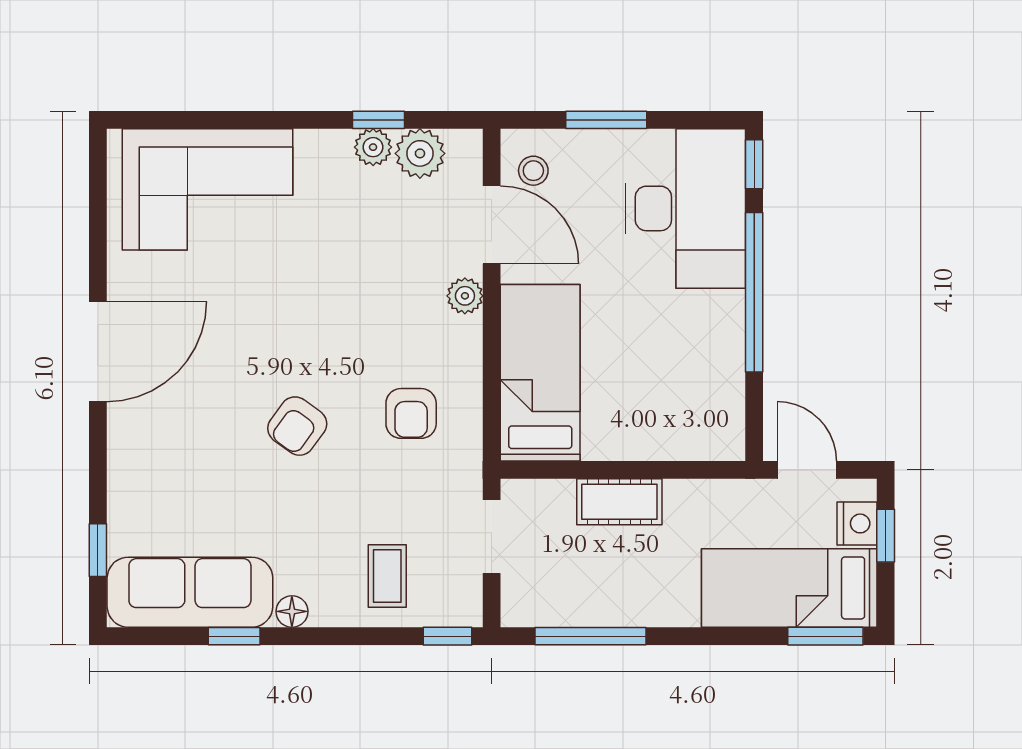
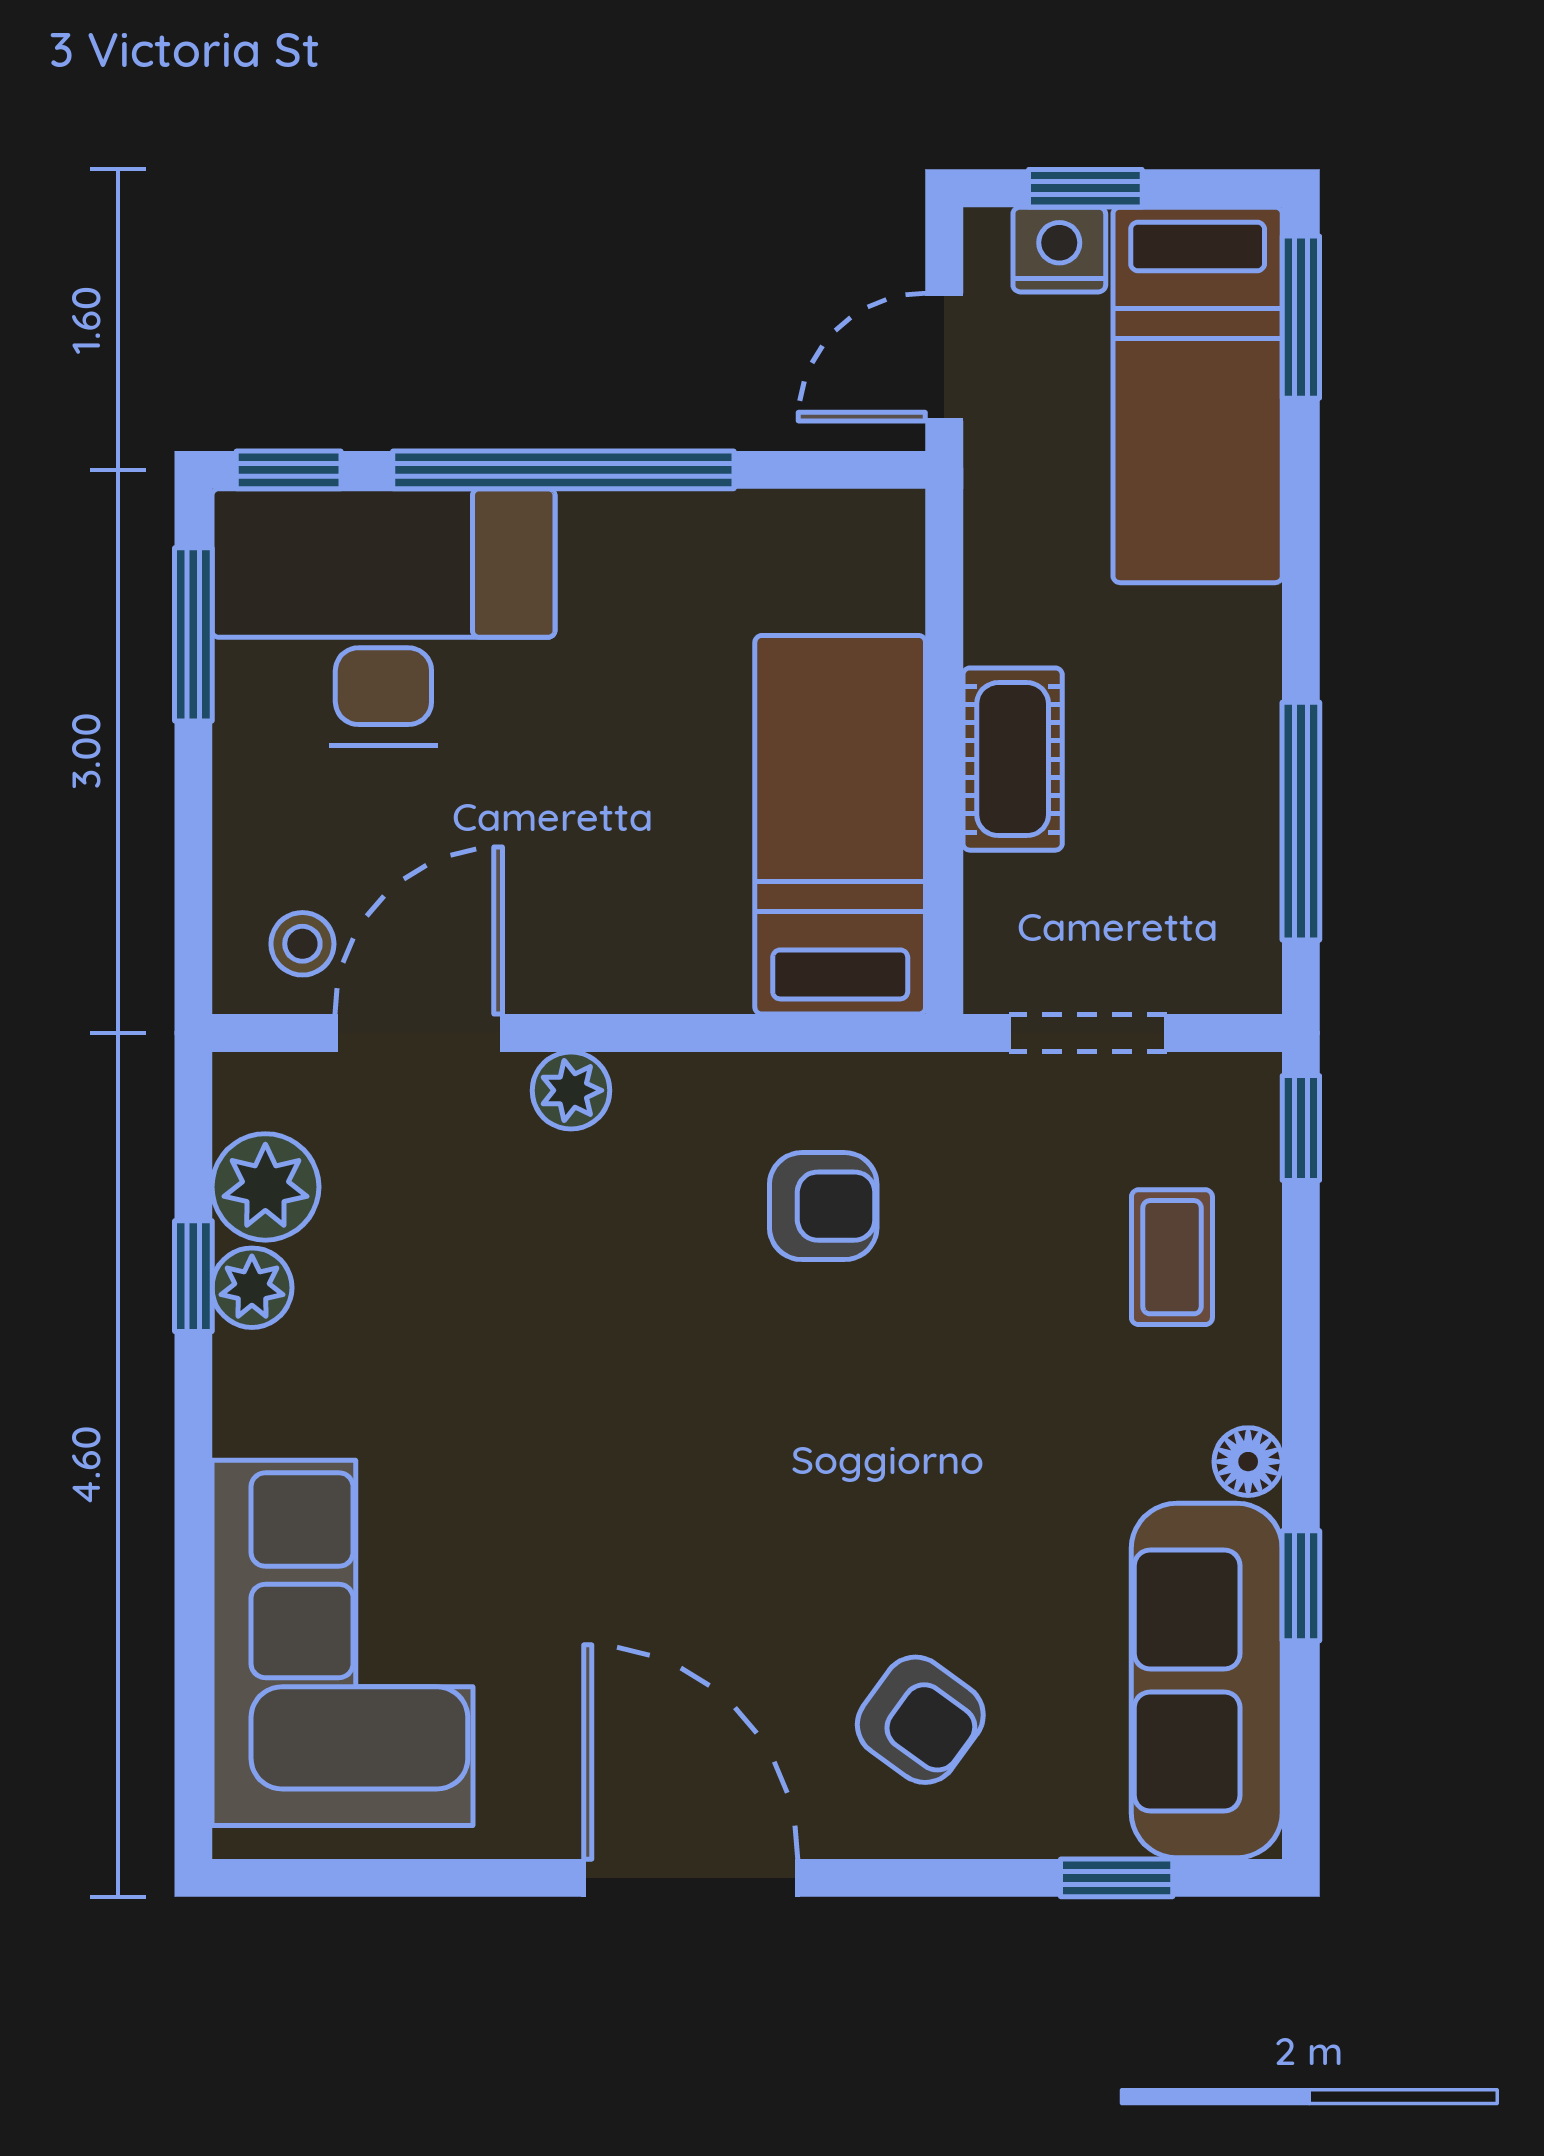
window: (606, 120) -> (193, 634), moved
bed: (540, 373) -> (840, 825), moved, turned 90
armchair: (297, 426) -> (920, 1720), moved
coffee table: (387, 576) -> (1172, 1257), turned 90

